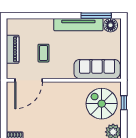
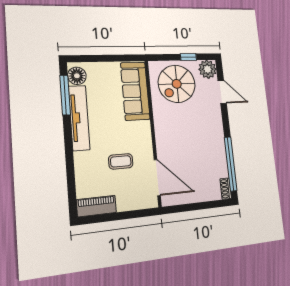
piano: (13, 49) -> (96, 206), moved
window: (124, 103) -> (188, 57), moved

